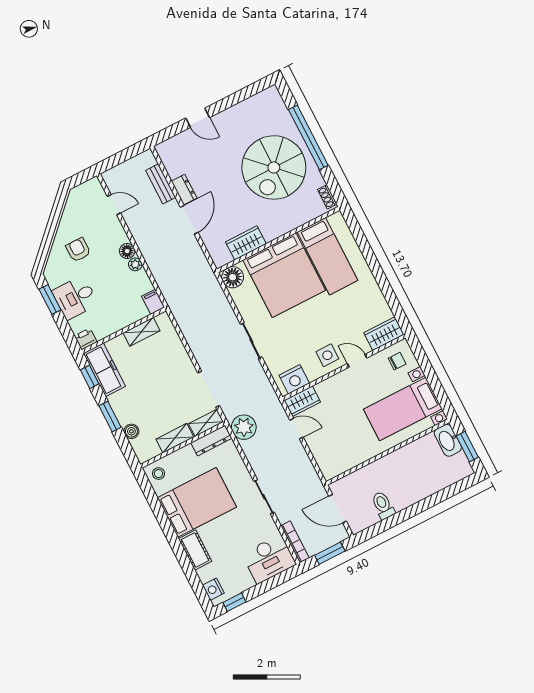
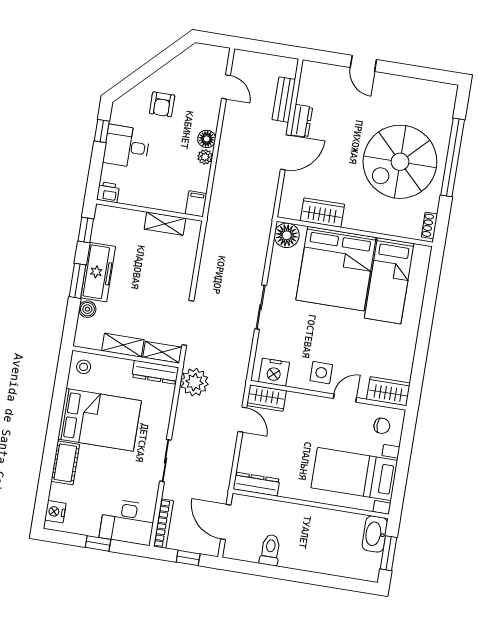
armchair: (78, 250) -> (162, 104), turned 180
window: (50, 299) -> (102, 131), width x0.67
door: (357, 361) -> (345, 398), hinge flipped
freezer: (104, 370) -> (98, 272), moved
dresser: (340, 466) -> (256, 484), added
window: (330, 553) -> (188, 558), width x0.67
window: (234, 602) -> (98, 543), moved

